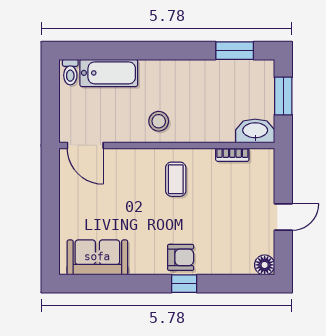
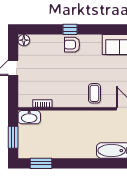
stool: (159, 121) -> (85, 123), removed
coffee table: (176, 179) -> (94, 93), moved

